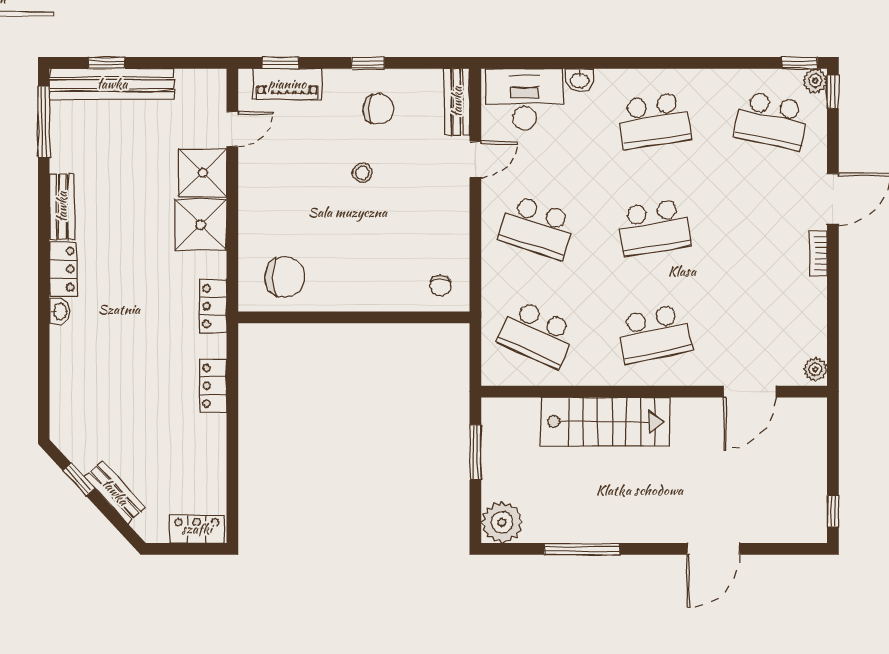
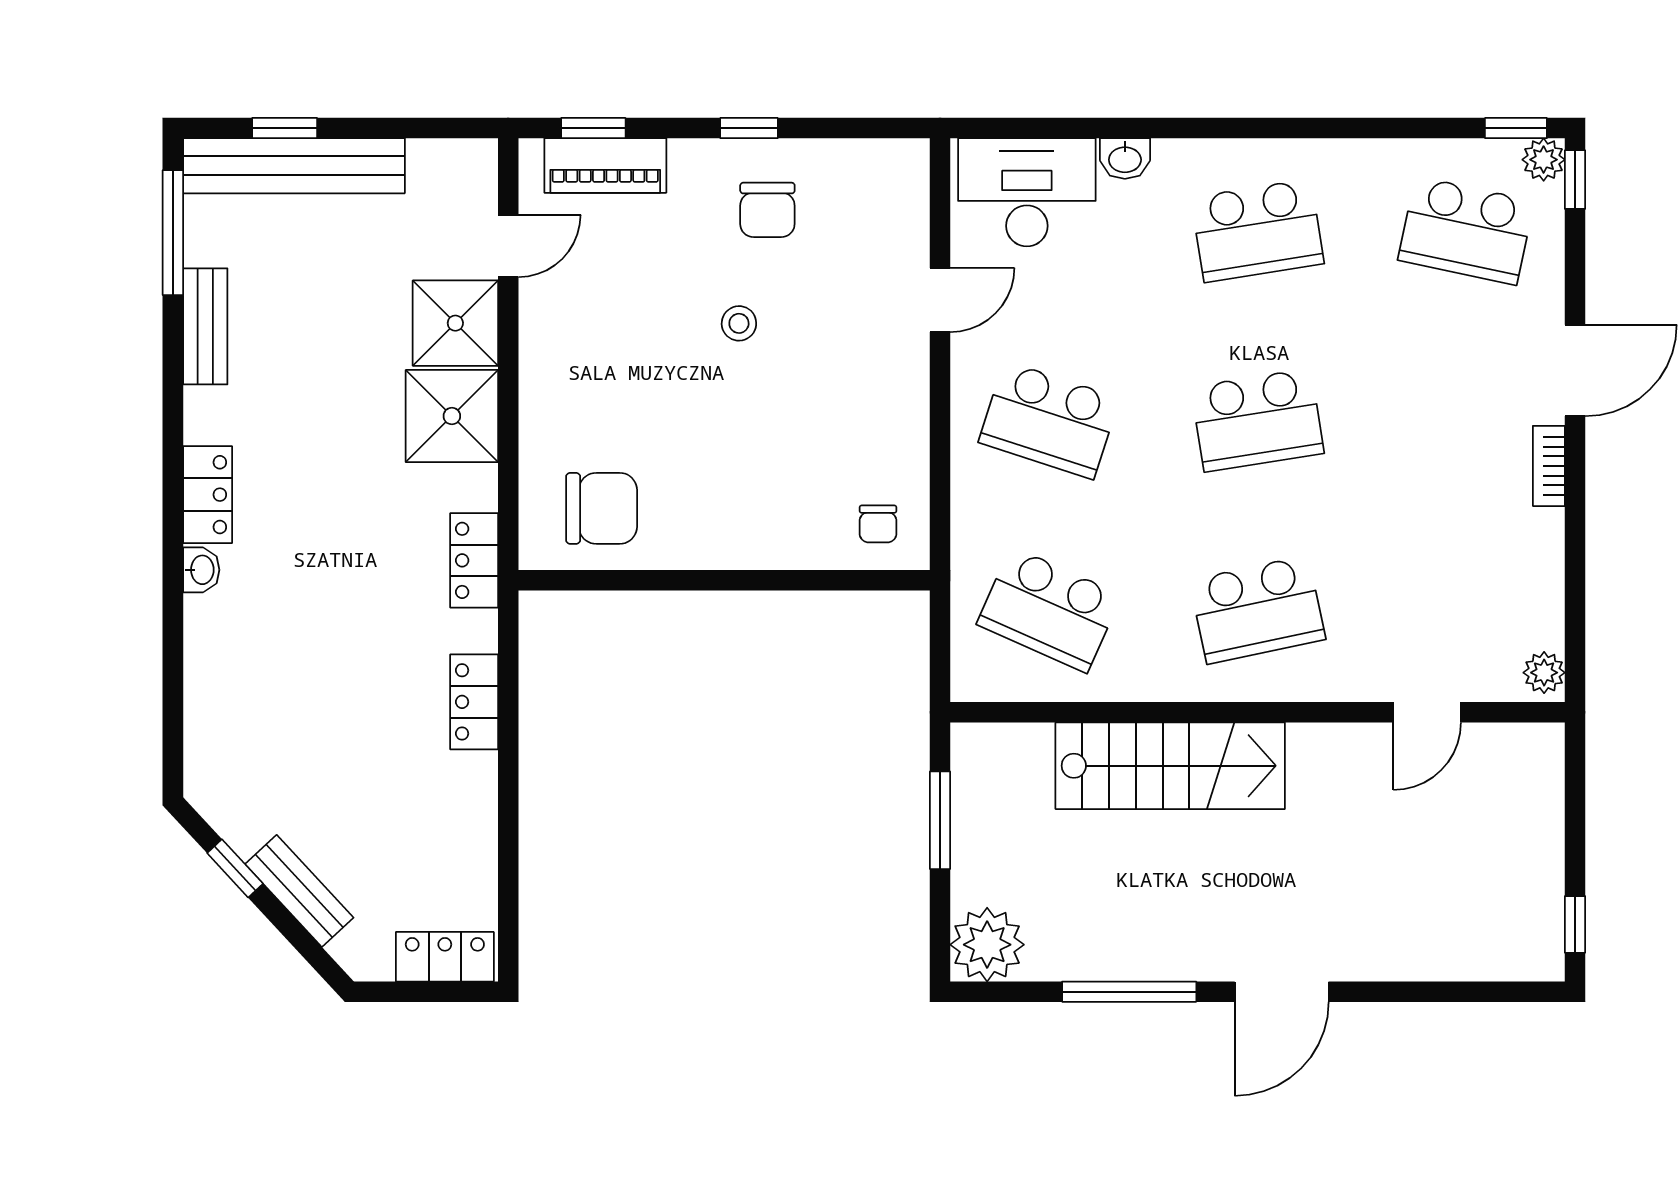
bench: (457, 102) -> (907, 198), removed
chair: (378, 109) -> (767, 210), turned 90
bench: (62, 207) -> (205, 326), moved
door: (750, 392) -> (1427, 712), width x0.73
door: (713, 549) -> (1282, 992), moved

